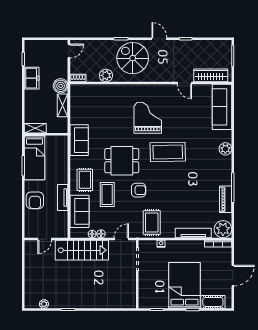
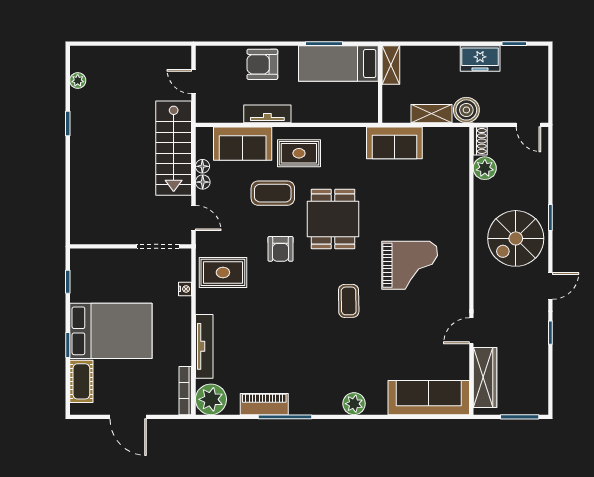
spiral stairs: (133, 58) -> (516, 238), turned 180
plant: (106, 75) -> (485, 168), moved
sofa: (79, 140) -> (394, 143), moved
coffee table: (168, 152) -> (349, 301), width x0.54, depth x0.58

